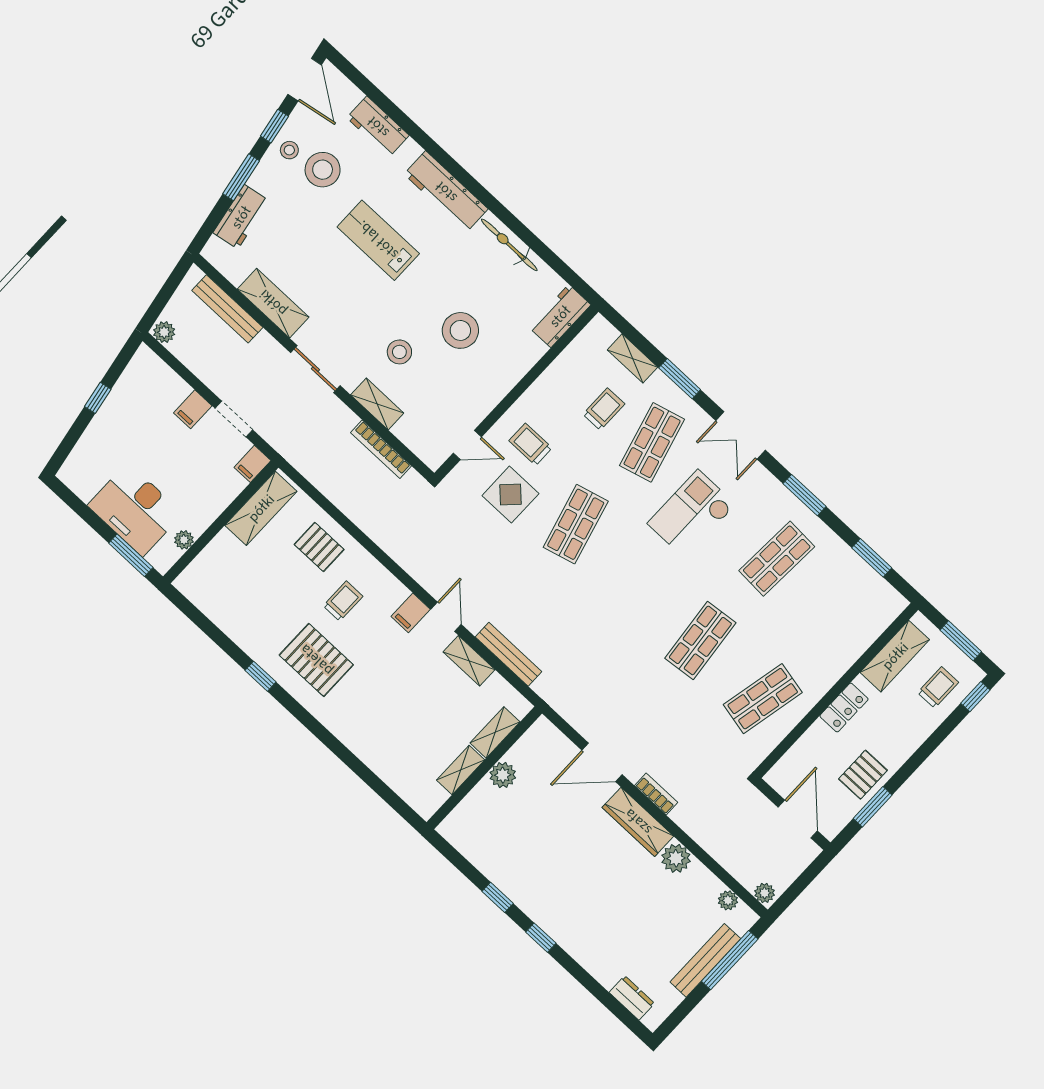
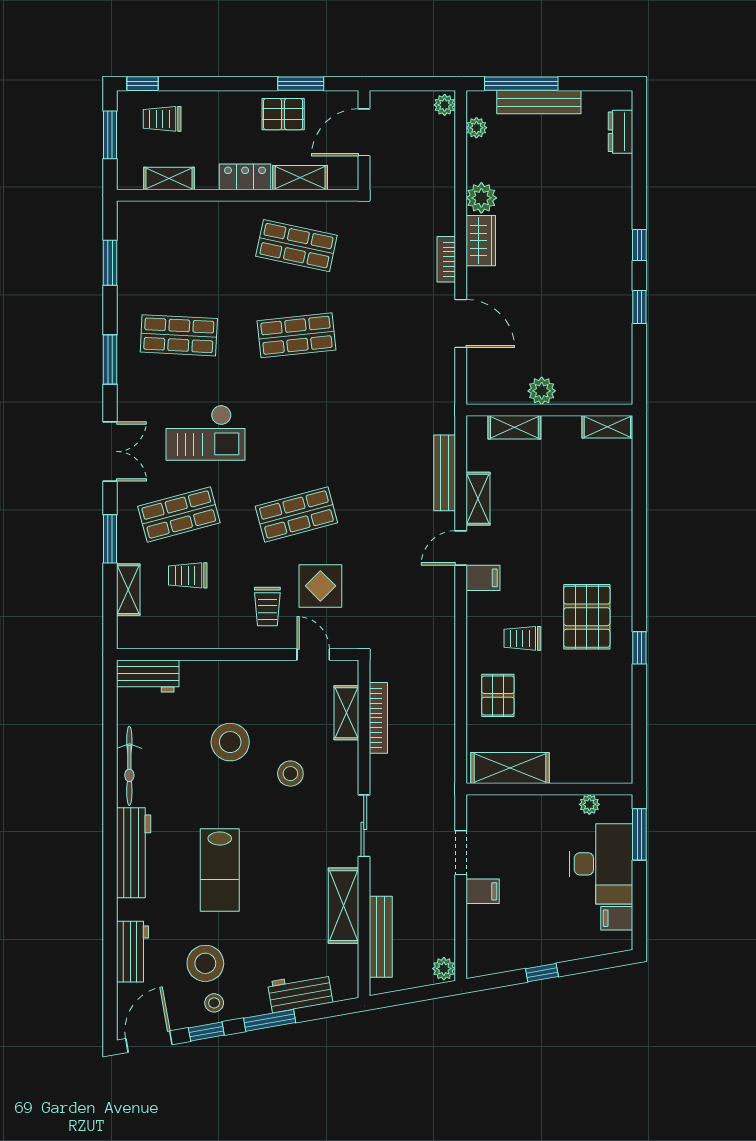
shelving: (377, 404) -> (346, 713), moved
filing cabinet: (252, 464) -> (617, 918), moved, turned 180
shelving: (895, 656) -> (169, 178), width x0.67, depth x0.75
shelving: (808, 745) -> (300, 178), added
shelving: (461, 770) -> (607, 427), moved
wardrobe: (638, 822) -> (481, 241), width x0.67

